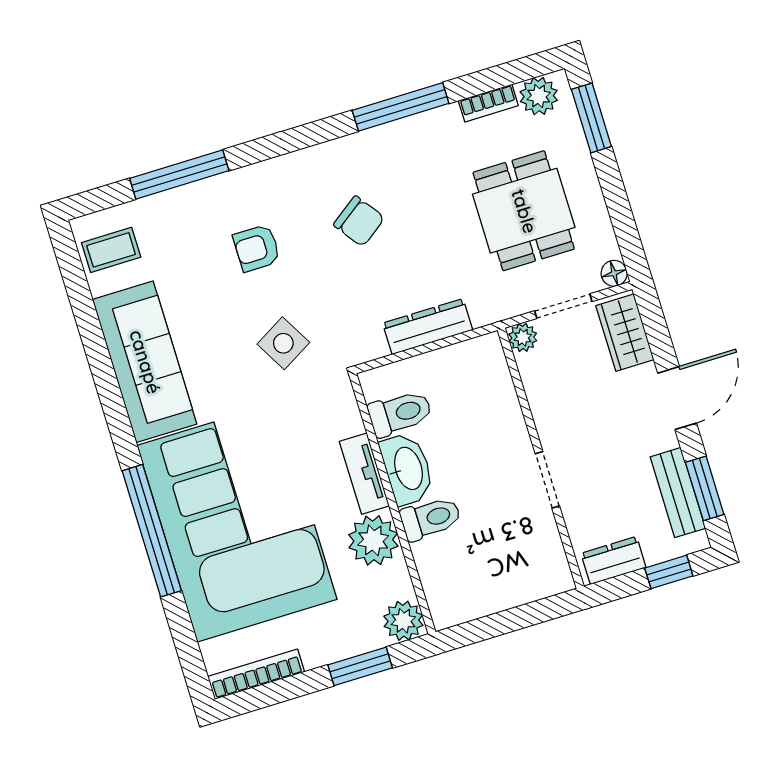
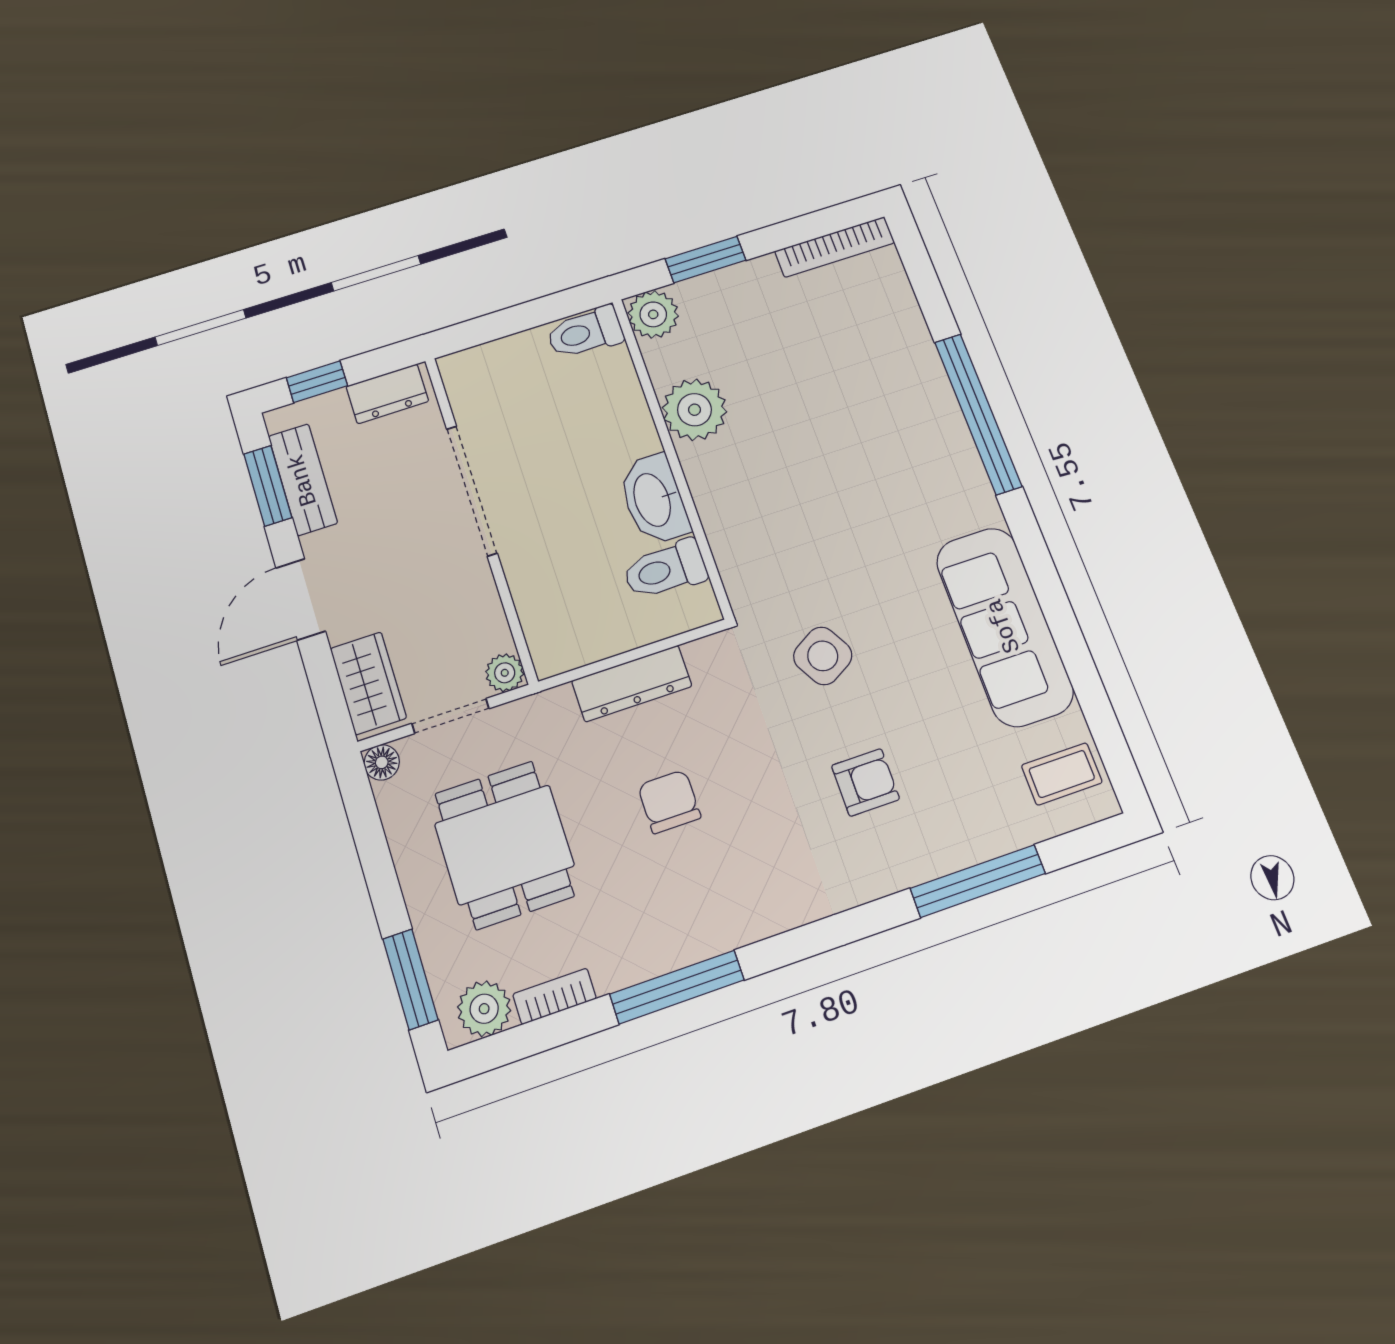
chair: (359, 221) -> (669, 802), moved, turned 36
tv unit: (364, 474) -> (709, 492), removed
doorway: (547, 480) -> (472, 491), width x1.87
toilet: (431, 518) -> (585, 333), moved
corner sofa: (237, 522) -> (870, 427), removed

